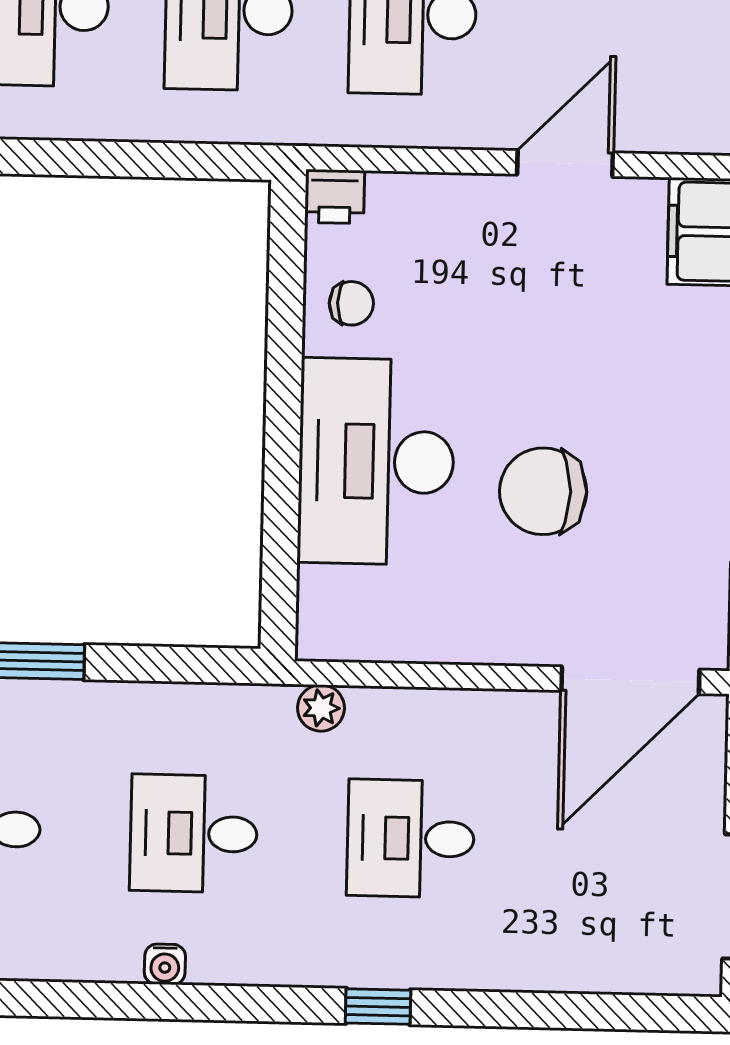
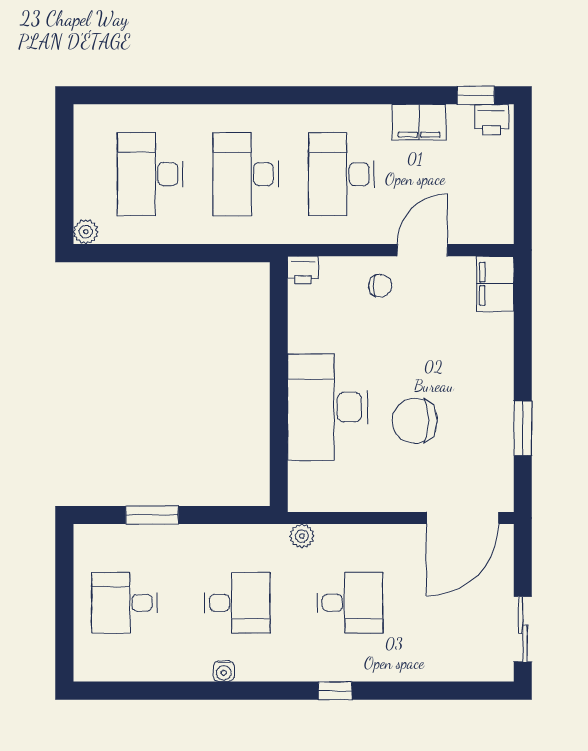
chair: (351, 303) -> (380, 286), moved
desk: (194, 834) -> (237, 603), turned 180
desk: (411, 838) -> (350, 603), turned 180

